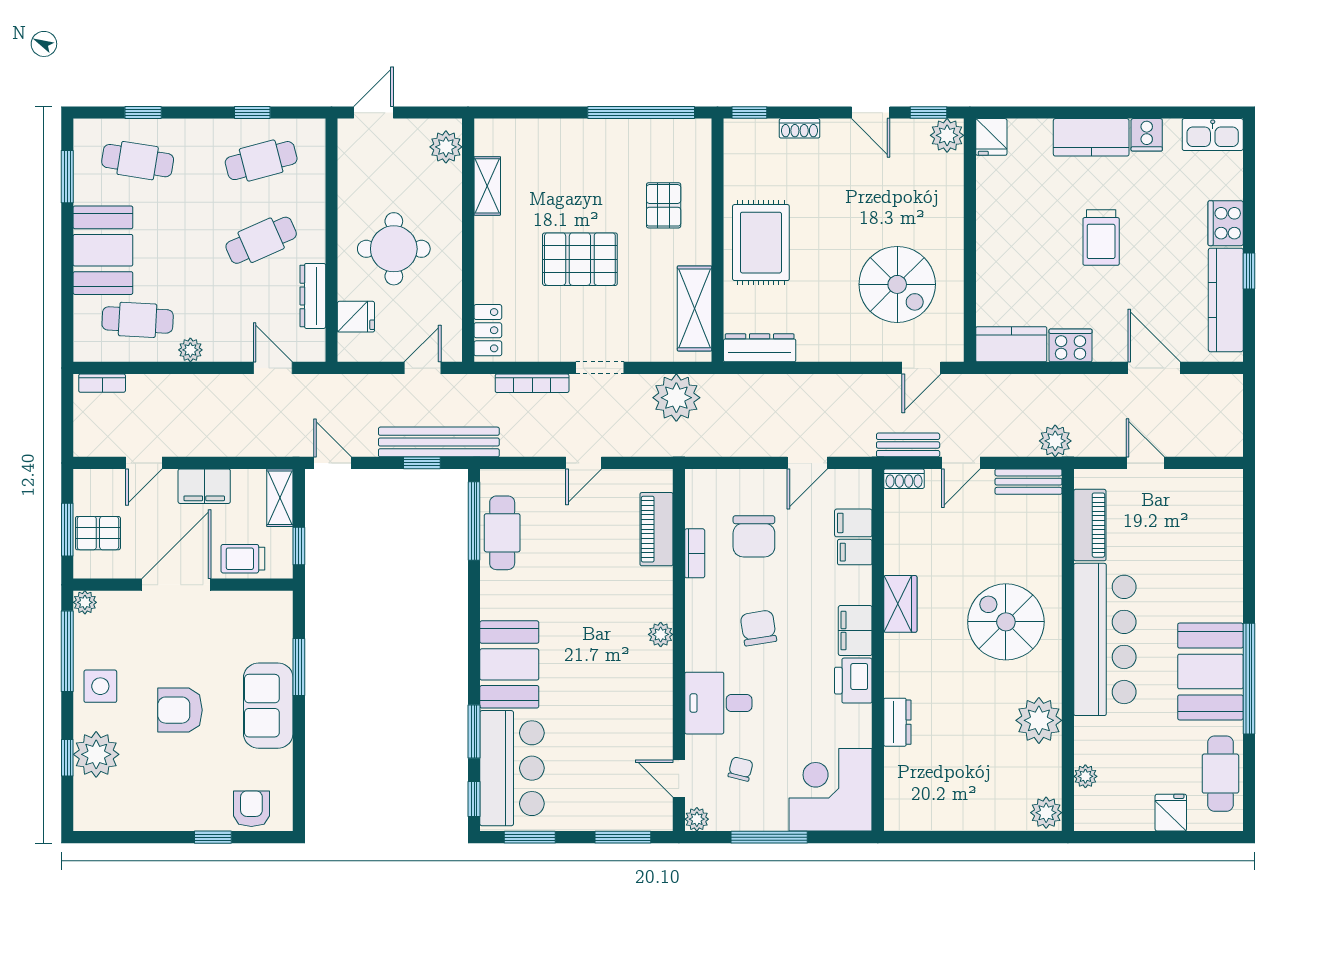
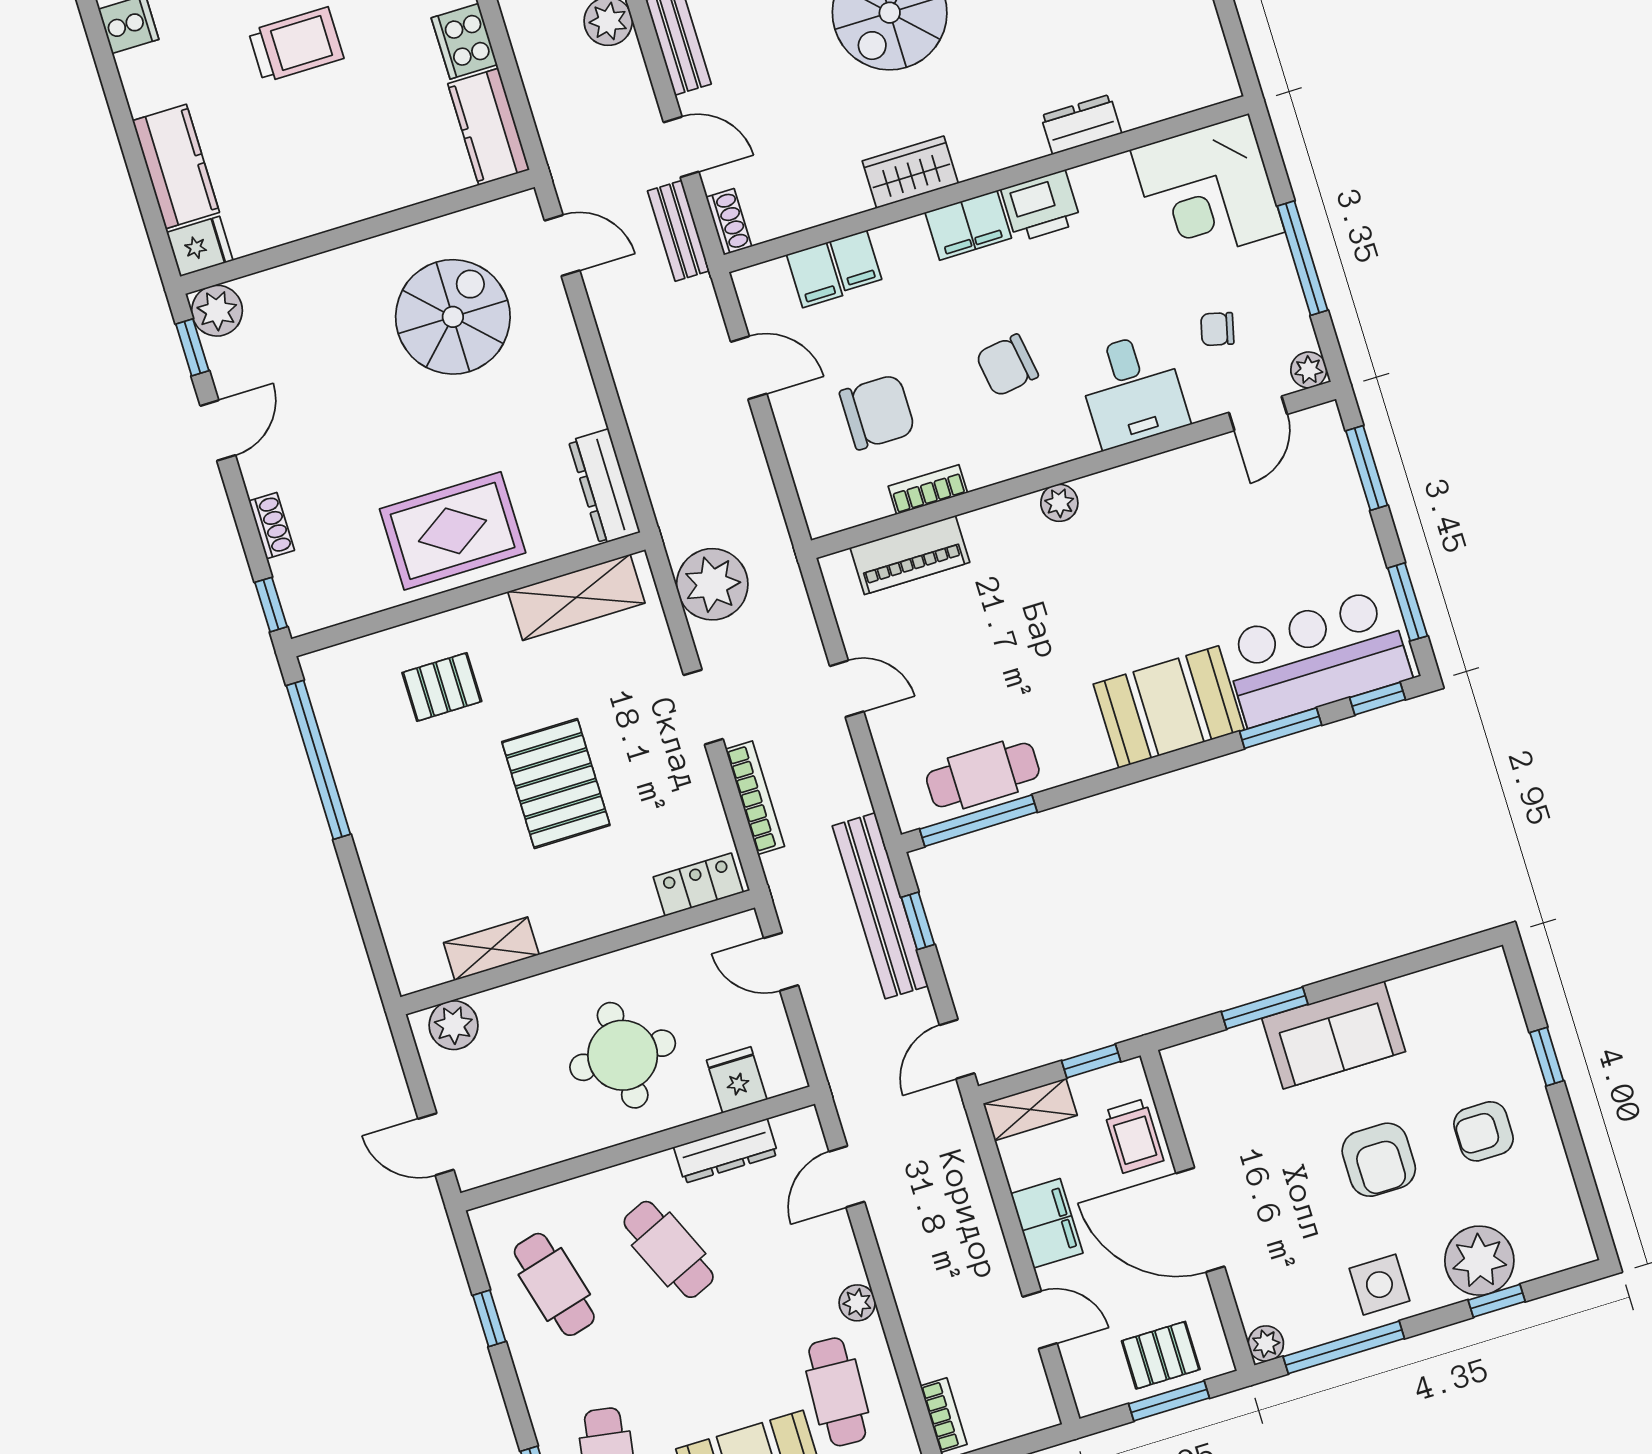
kitchen counter: (1091, 137) -> (176, 167), moved
pallet: (98, 533) -> (1161, 1355), turned 90
armchair: (251, 809) -> (1483, 1131), moved

